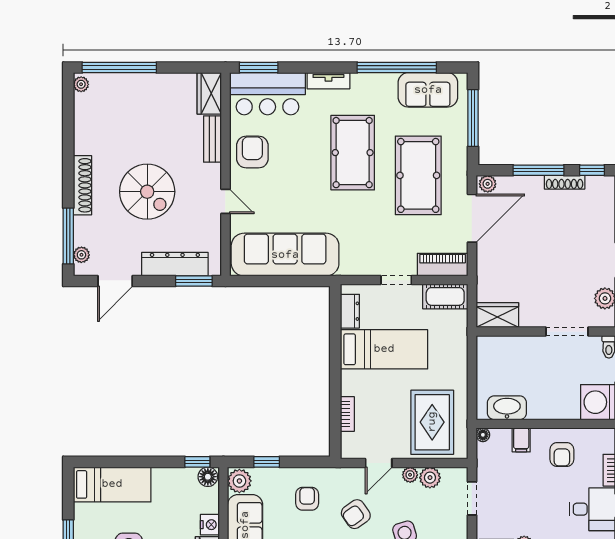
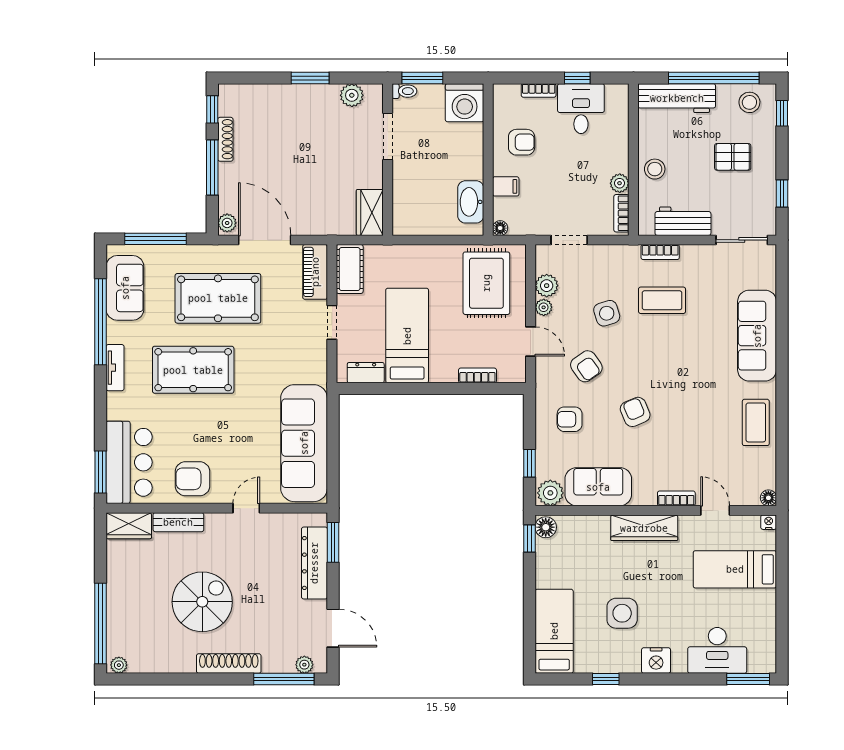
tv unit: (328, 81) -> (115, 368), moved
spiral stairs: (147, 192) -> (202, 602), moved
rug: (432, 422) -> (486, 283), turned 90
nightstand: (210, 525) -> (598, 525), removed

